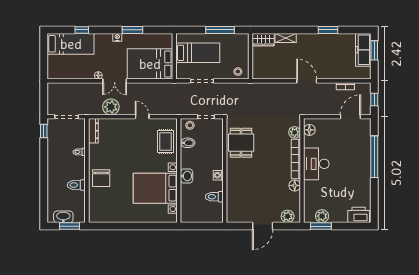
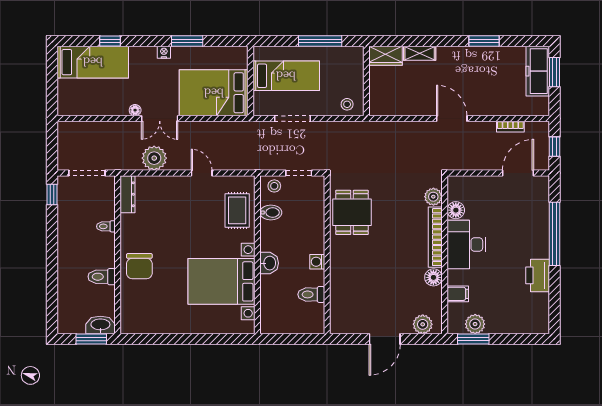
floor lamp: (309, 130) -> (456, 210), moved
filing cabinet: (311, 196) -> (458, 294), added
printer: (359, 215) -> (538, 275), moved, turned -90
washbasin: (63, 217) -> (100, 325), moved

